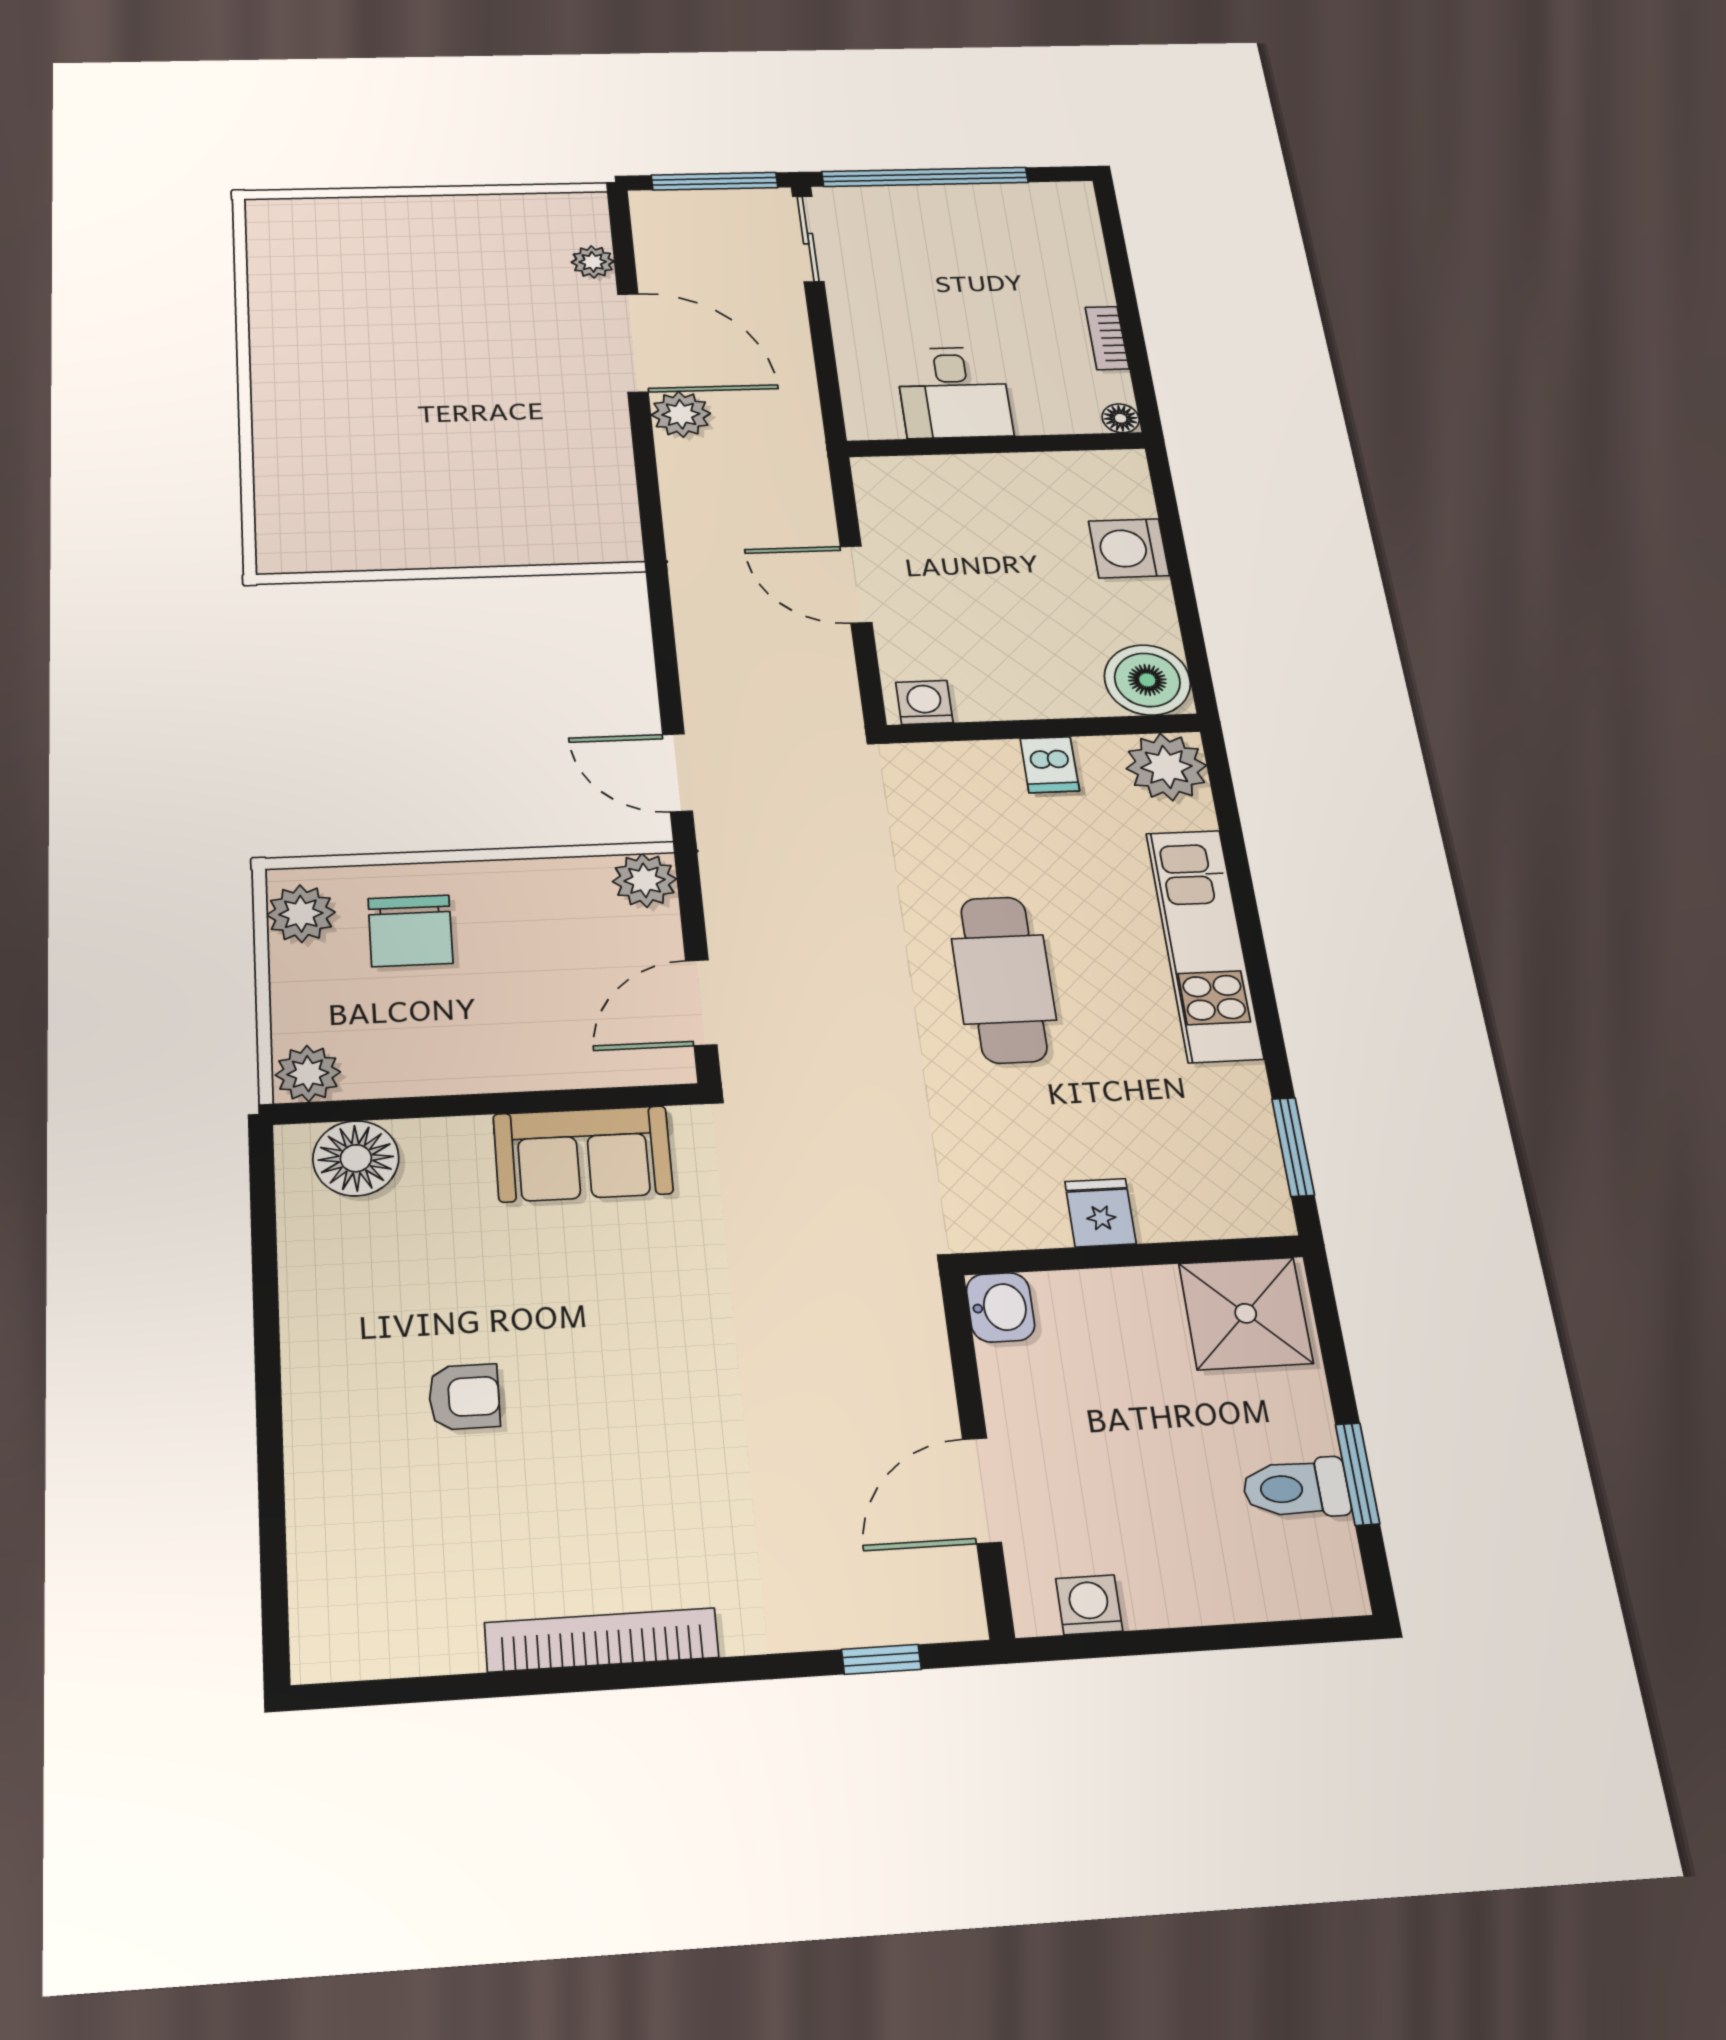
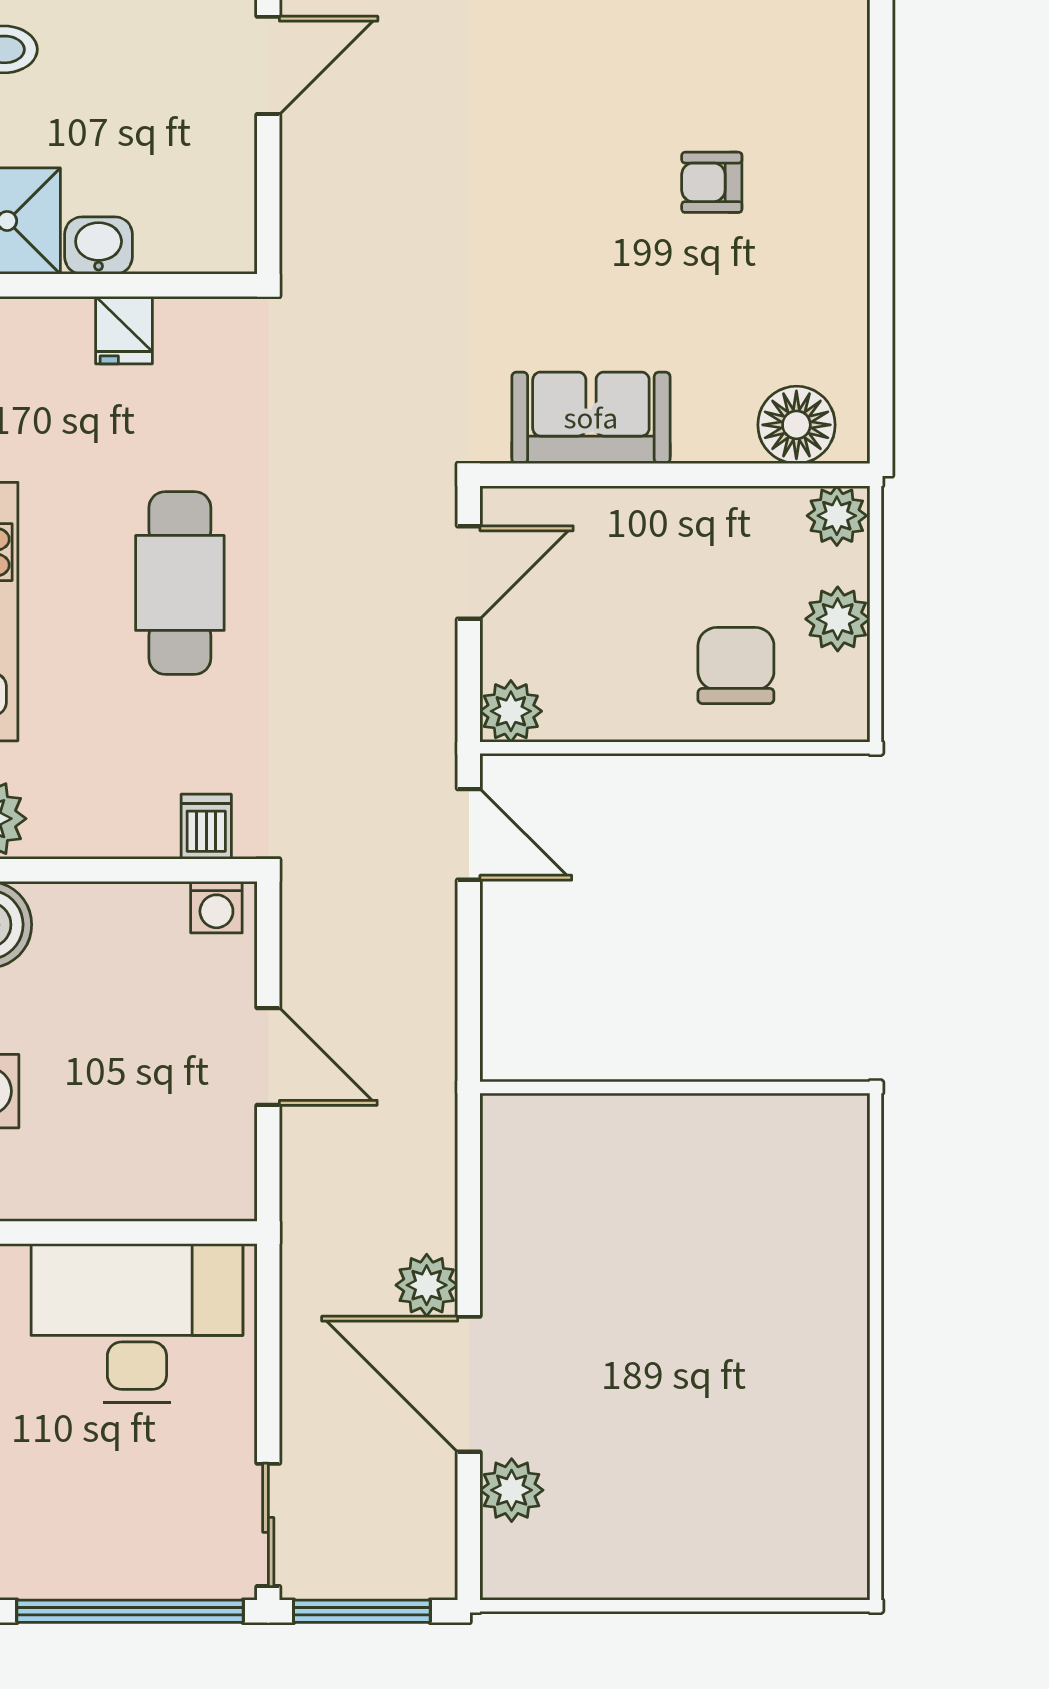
plant: (593, 262) -> (512, 1490), width x1.38, depth x1.38
desk: (954, 392) -> (137, 1323), width x1.87, depth x1.30
dishwasher: (1050, 765) -> (206, 827), moved
plant: (301, 914) -> (838, 619), moved
washbasin: (1000, 1307) -> (99, 245), moved, turned 90

